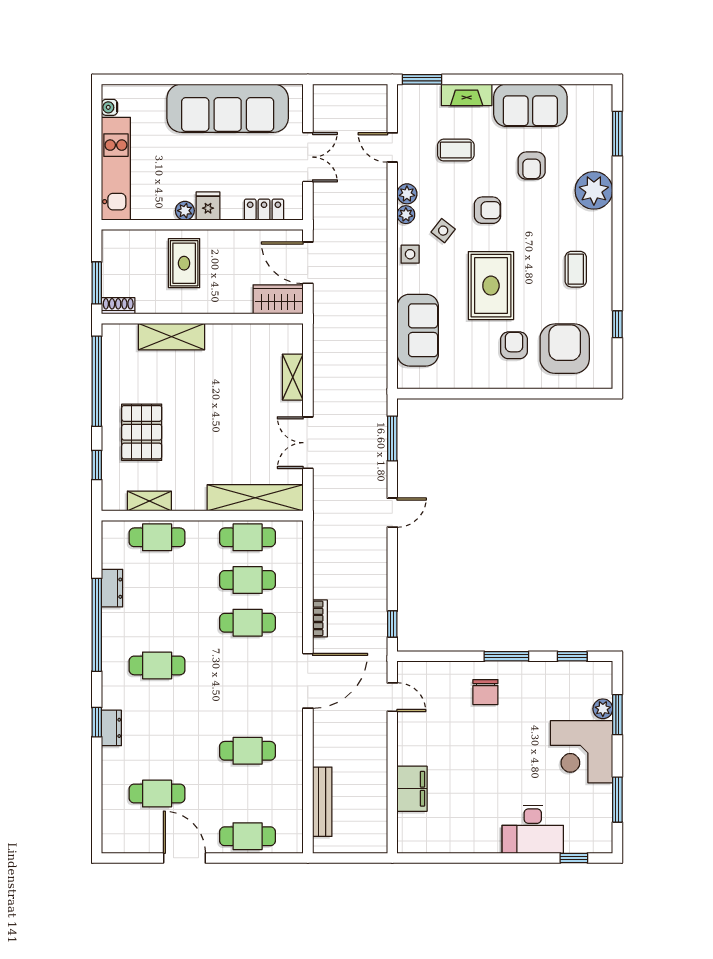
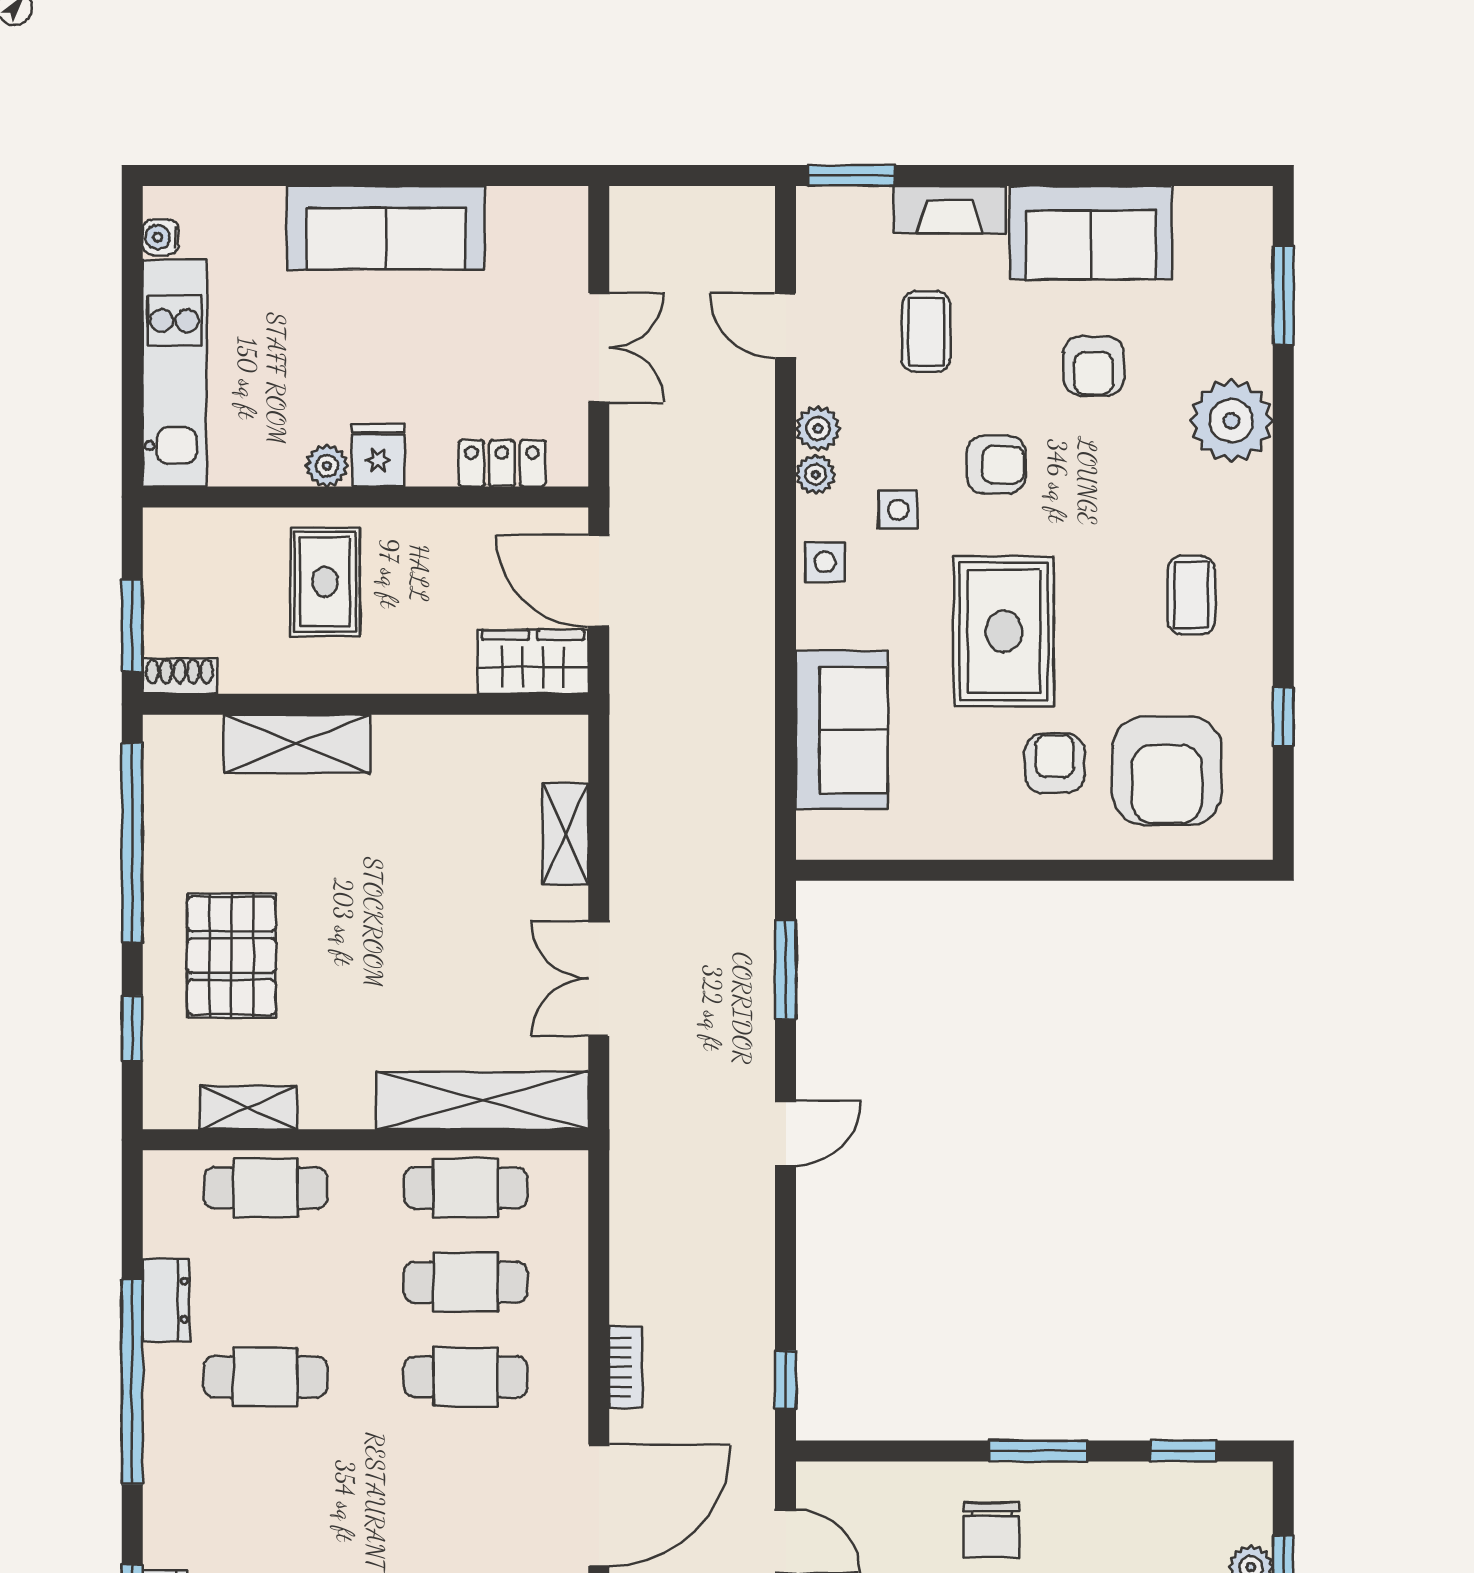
sofa: (228, 108) -> (386, 228), width x0.74, depth x0.79
coffee table: (456, 150) -> (926, 332), turned 90
side table: (443, 231) -> (898, 510), turned -38
armchair: (565, 349) -> (1167, 771), turned 180
cafe table: (157, 665) -> (265, 1377), moved

